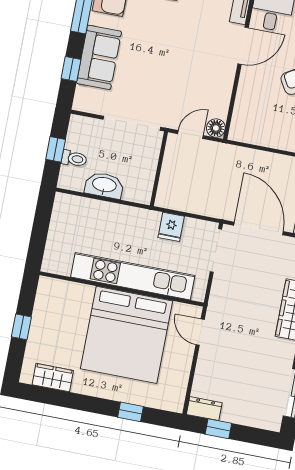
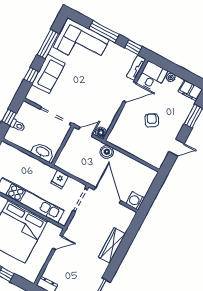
boiler: (235, 157) -> (107, 152), added
washbasin: (104, 185) -> (43, 152), moved
door: (200, 332) -> (58, 242), swing flipped

